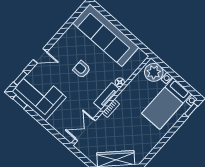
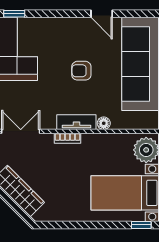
door: (40, 56) -> (102, 14), moved
armchair: (82, 69) -> (81, 71), turned -90

